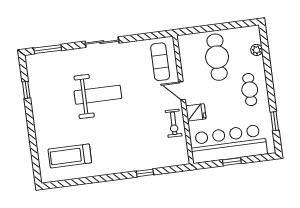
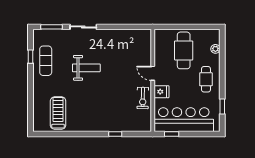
sliding door: (102, 42) -> (83, 27), moved
exercise mat: (160, 62) -> (46, 61), moved
weight bench: (98, 95) -> (86, 68), width x0.73, depth x0.75
treadmill: (70, 156) -> (58, 113), turned 90
window: (232, 162) -> (172, 134), moved

